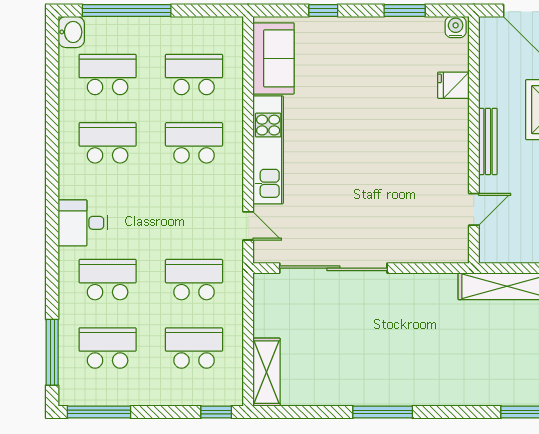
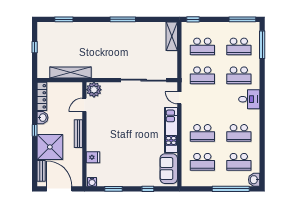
plant: (451, 245) -> (94, 90), added

